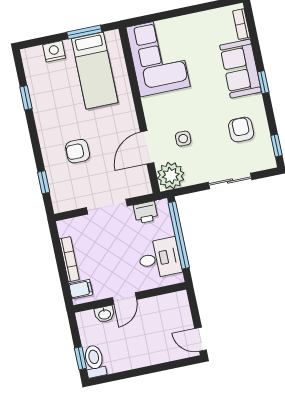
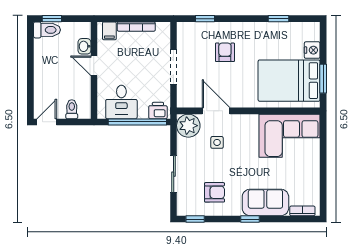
bed: (95, 71) -> (289, 81), width x1.50
printer: (146, 212) -> (158, 111), moved, turned 90
toilet: (180, 314) -> (72, 109), added

